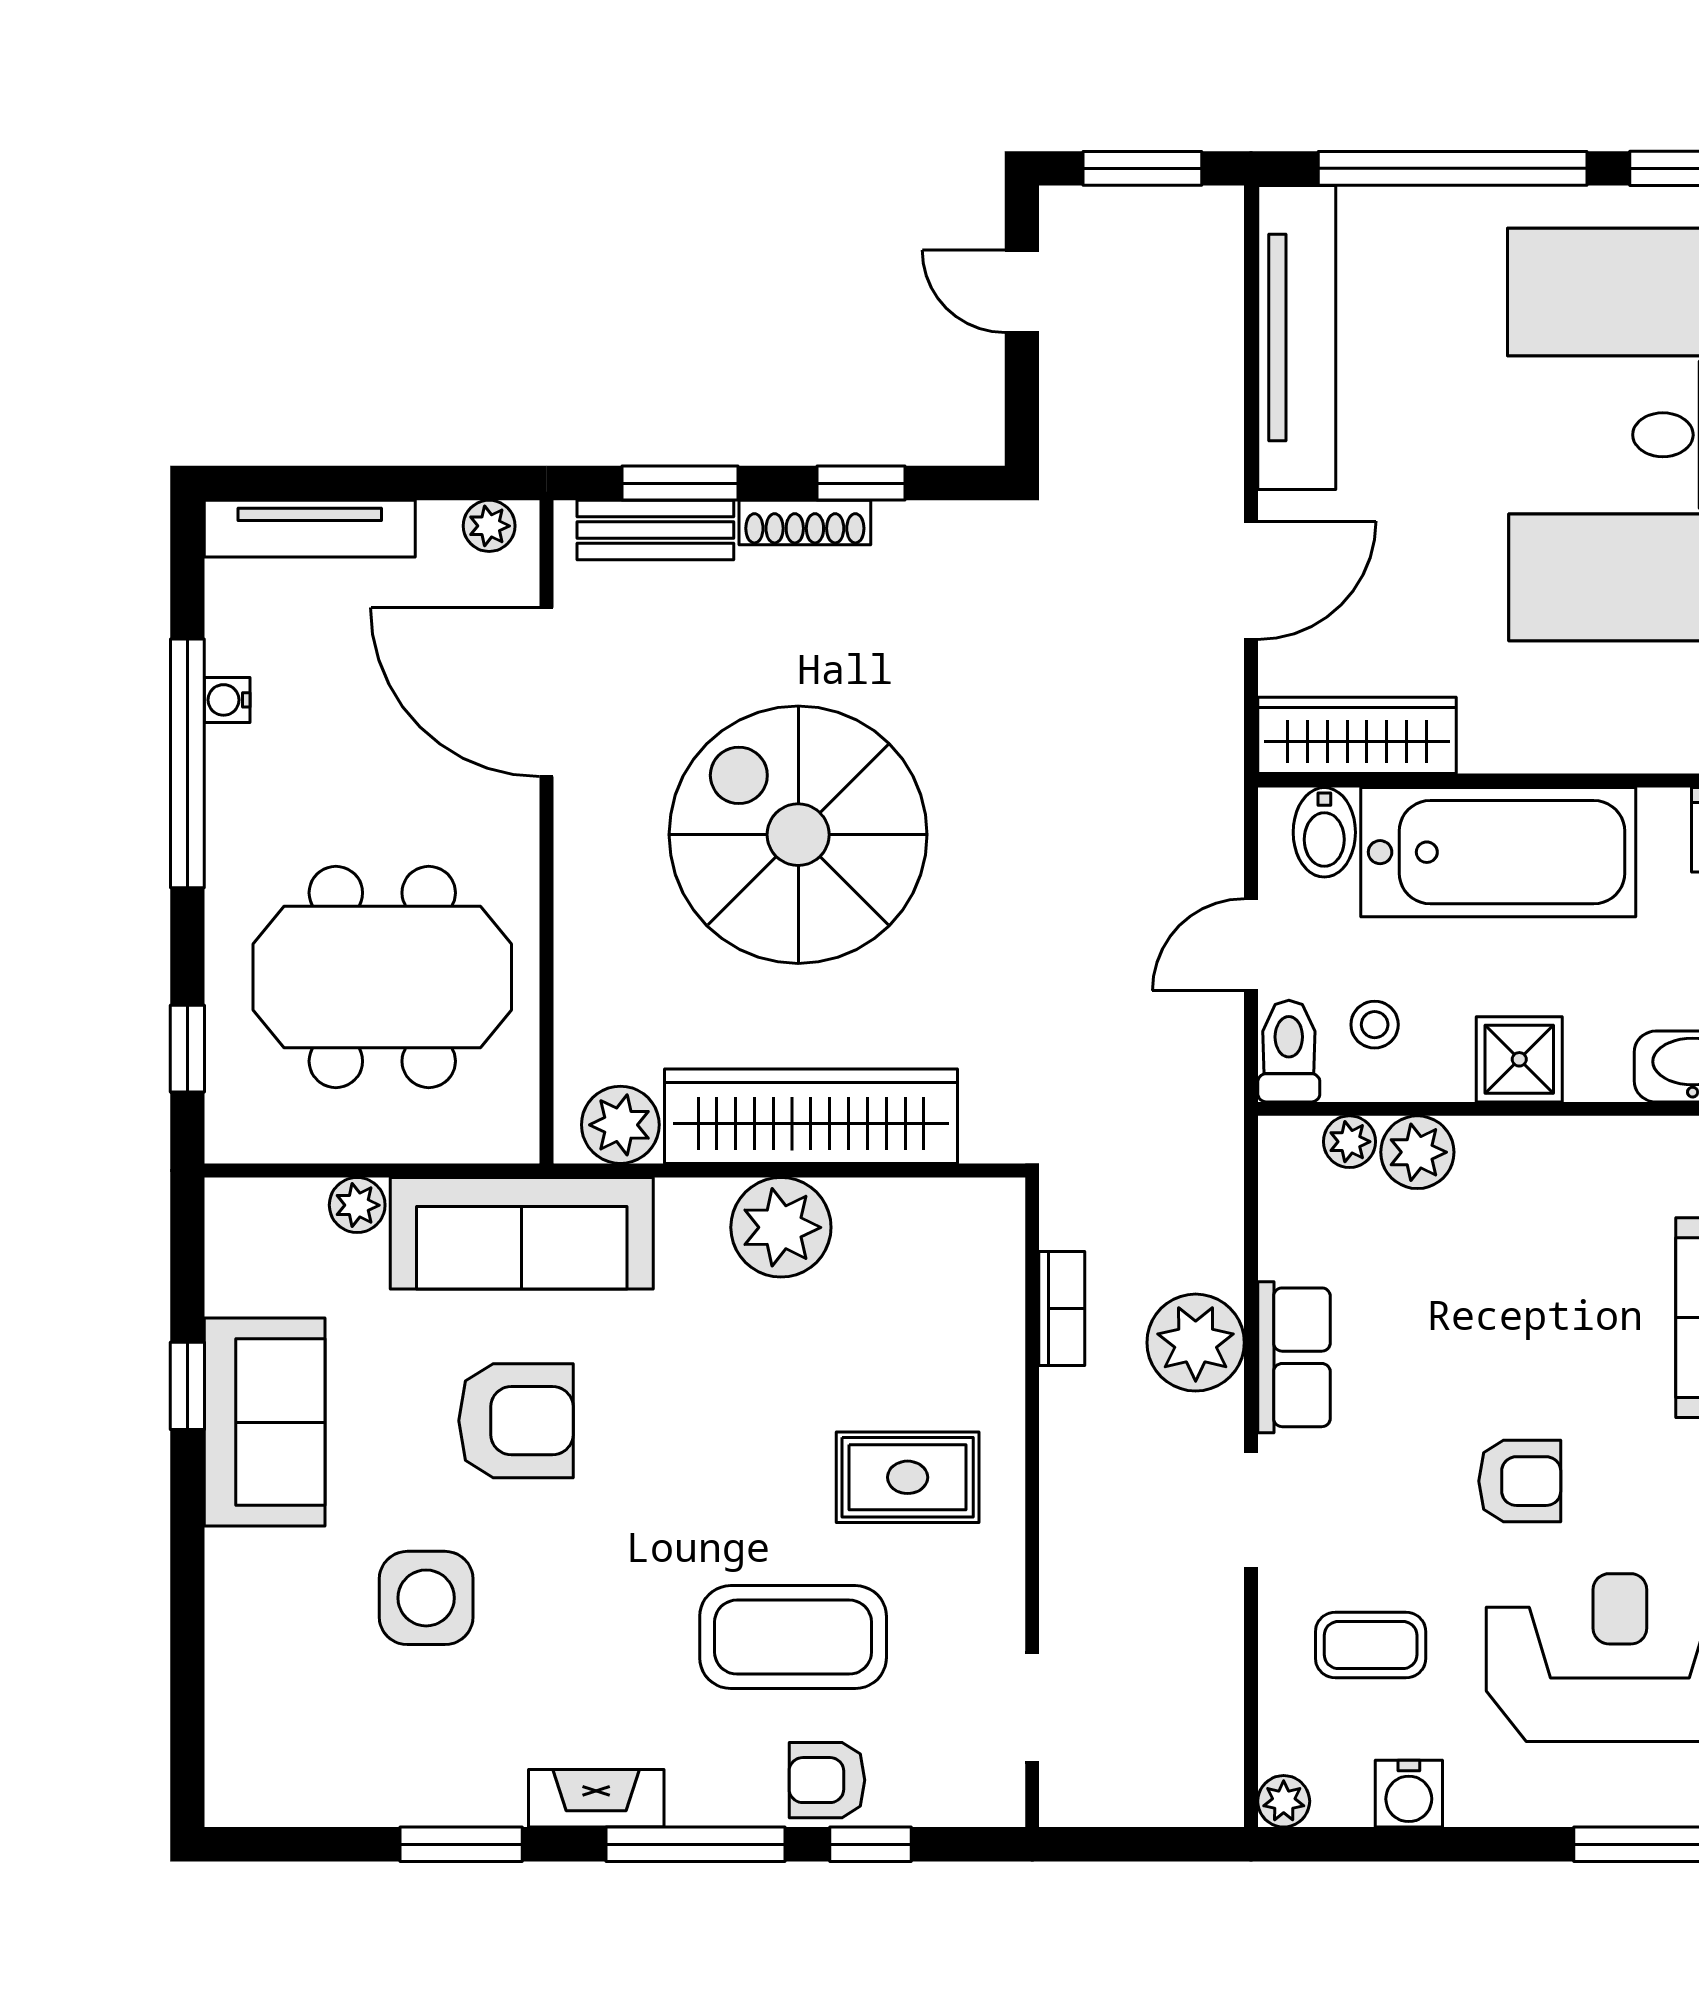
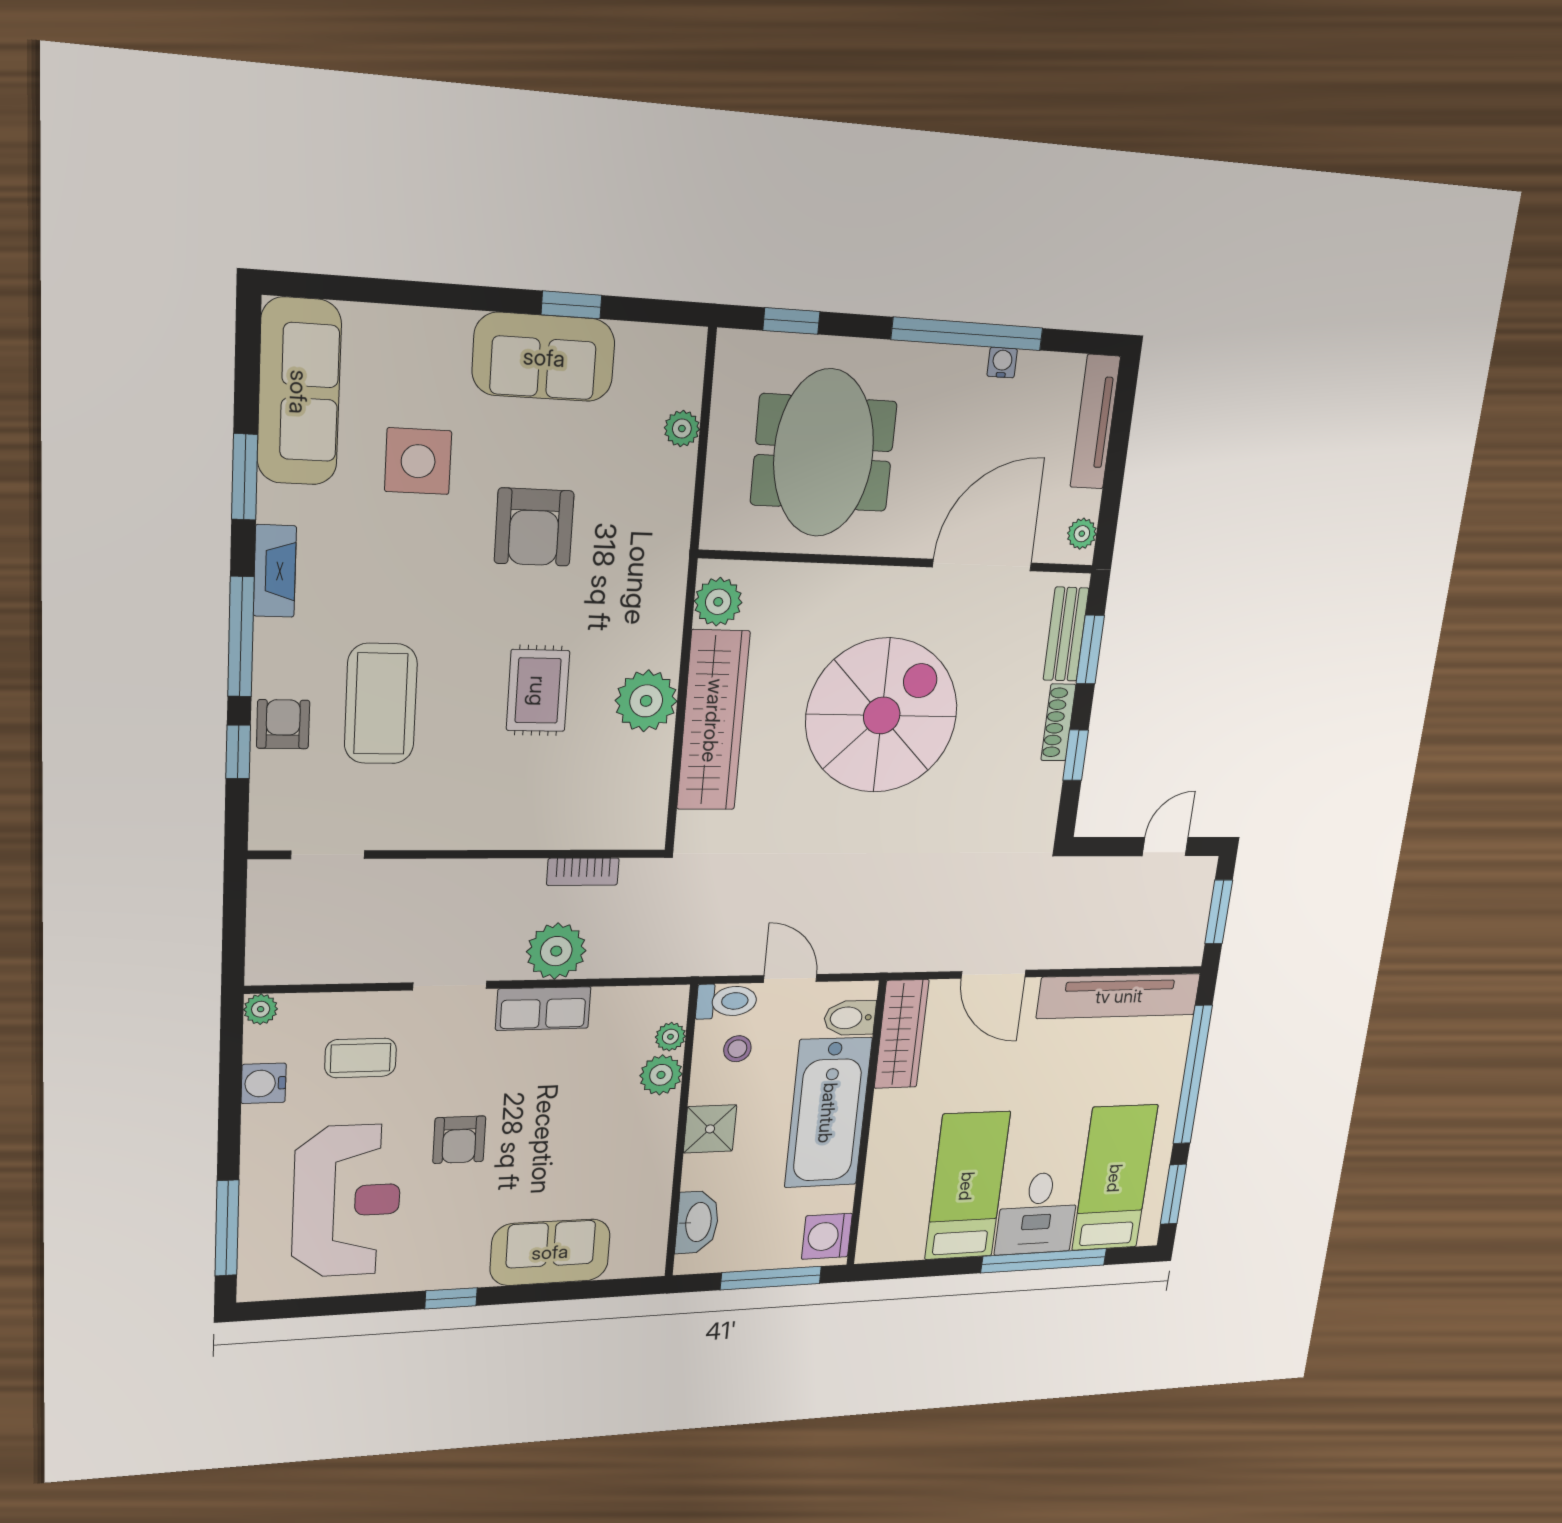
sofa: (522, 1233) -> (299, 392), moved, turned 180
rug: (908, 1477) -> (538, 691), moved
coffee table: (1371, 1645) -> (361, 1058), turned 90

